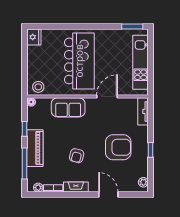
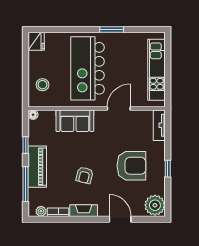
window: (132, 27) -> (112, 29), moved
kitchen island: (79, 61) -> (87, 68), turned 180
stool: (38, 87) -> (43, 85), moved
plant: (143, 182) -> (155, 205), width x1.87, depth x1.87

